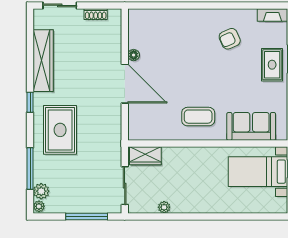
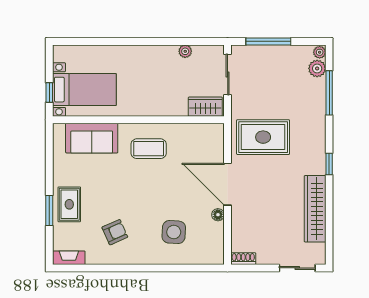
shoe rack: (96, 14) -> (243, 259), moved
side table: (175, 39) -> (174, 232), added
rug: (60, 130) -> (263, 137), moved, turned 90

